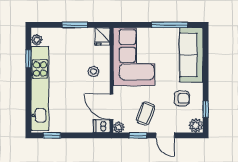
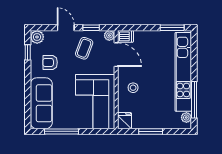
window: (28, 59) -> (194, 100), width x2.17
window: (52, 135) -> (172, 28), width x1.50

